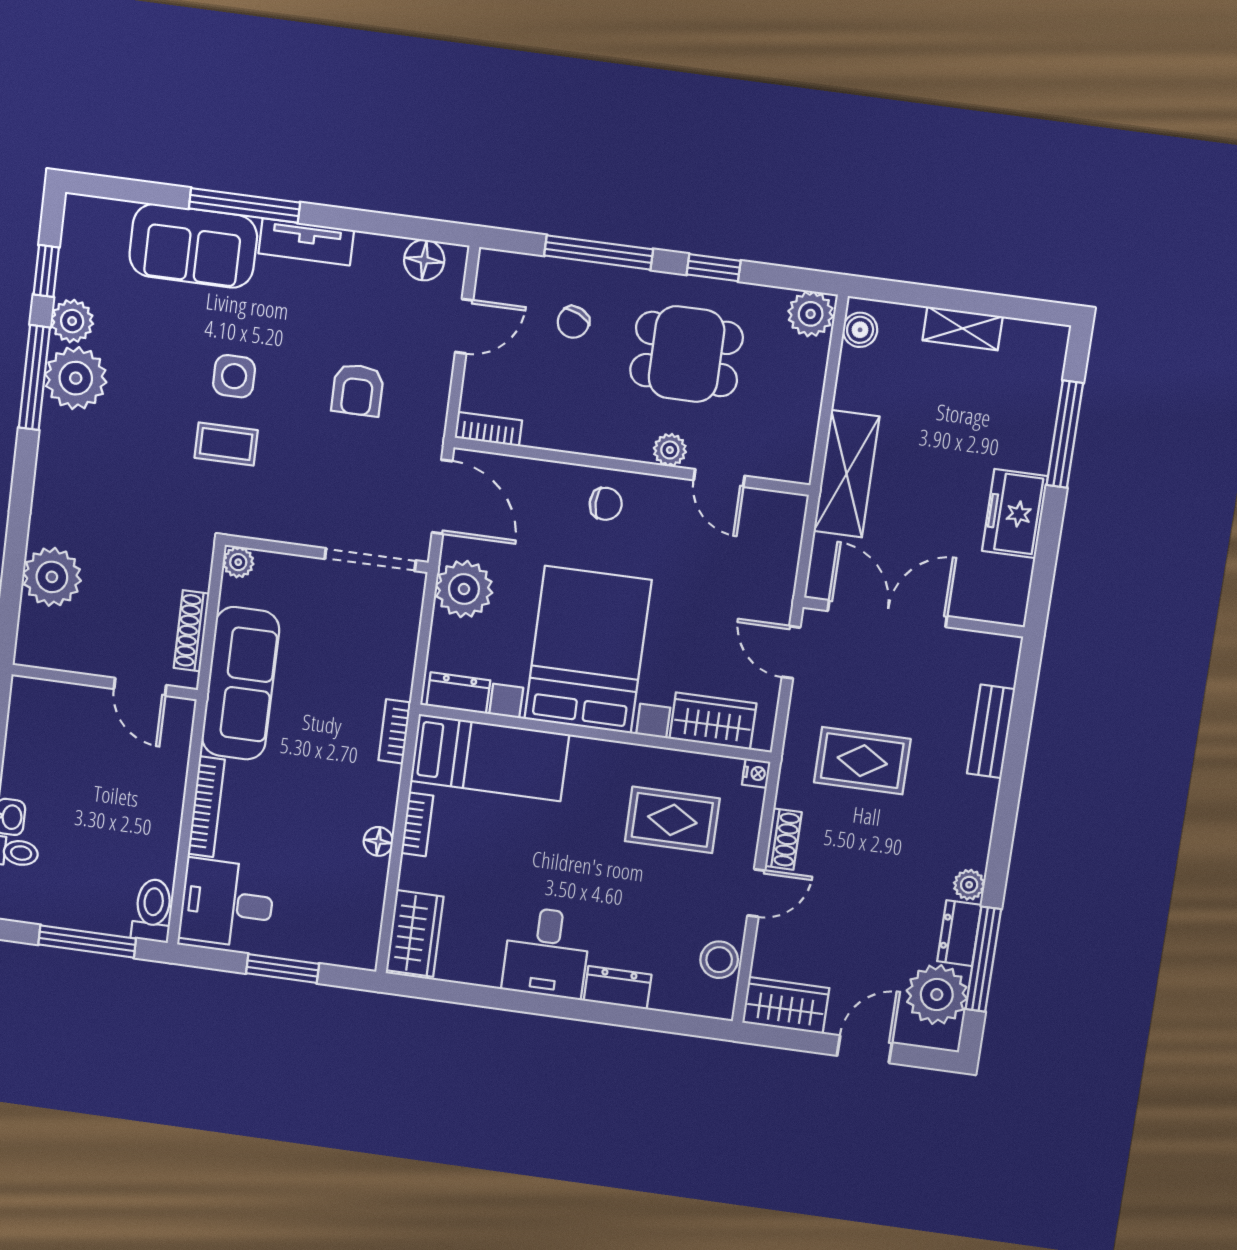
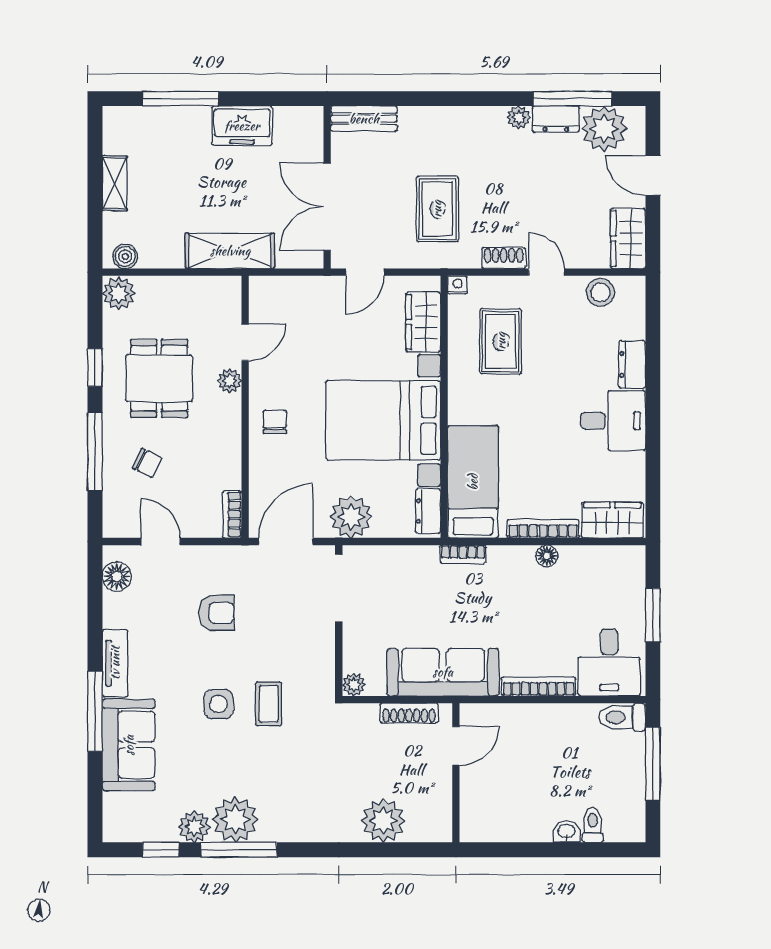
bench: (991, 731) -> (364, 119), moved
bookcase: (417, 824) -> (543, 529), width x1.56

